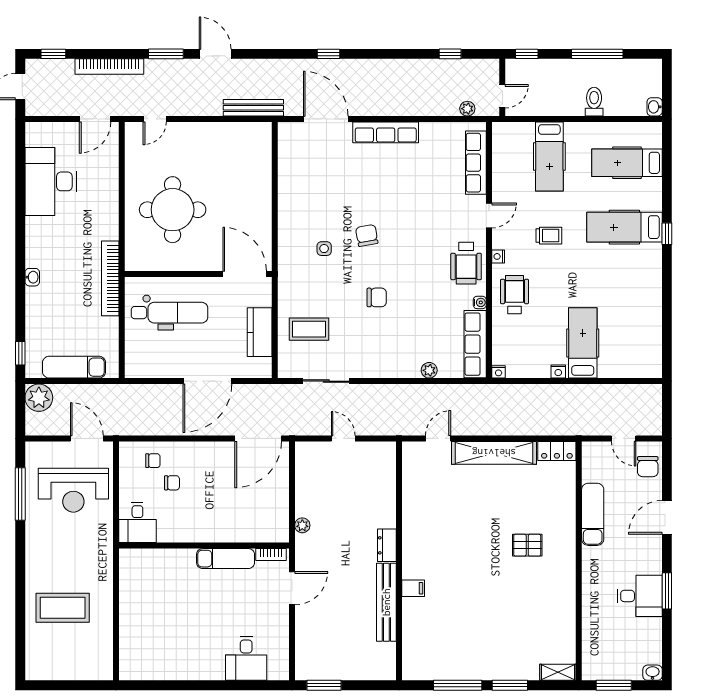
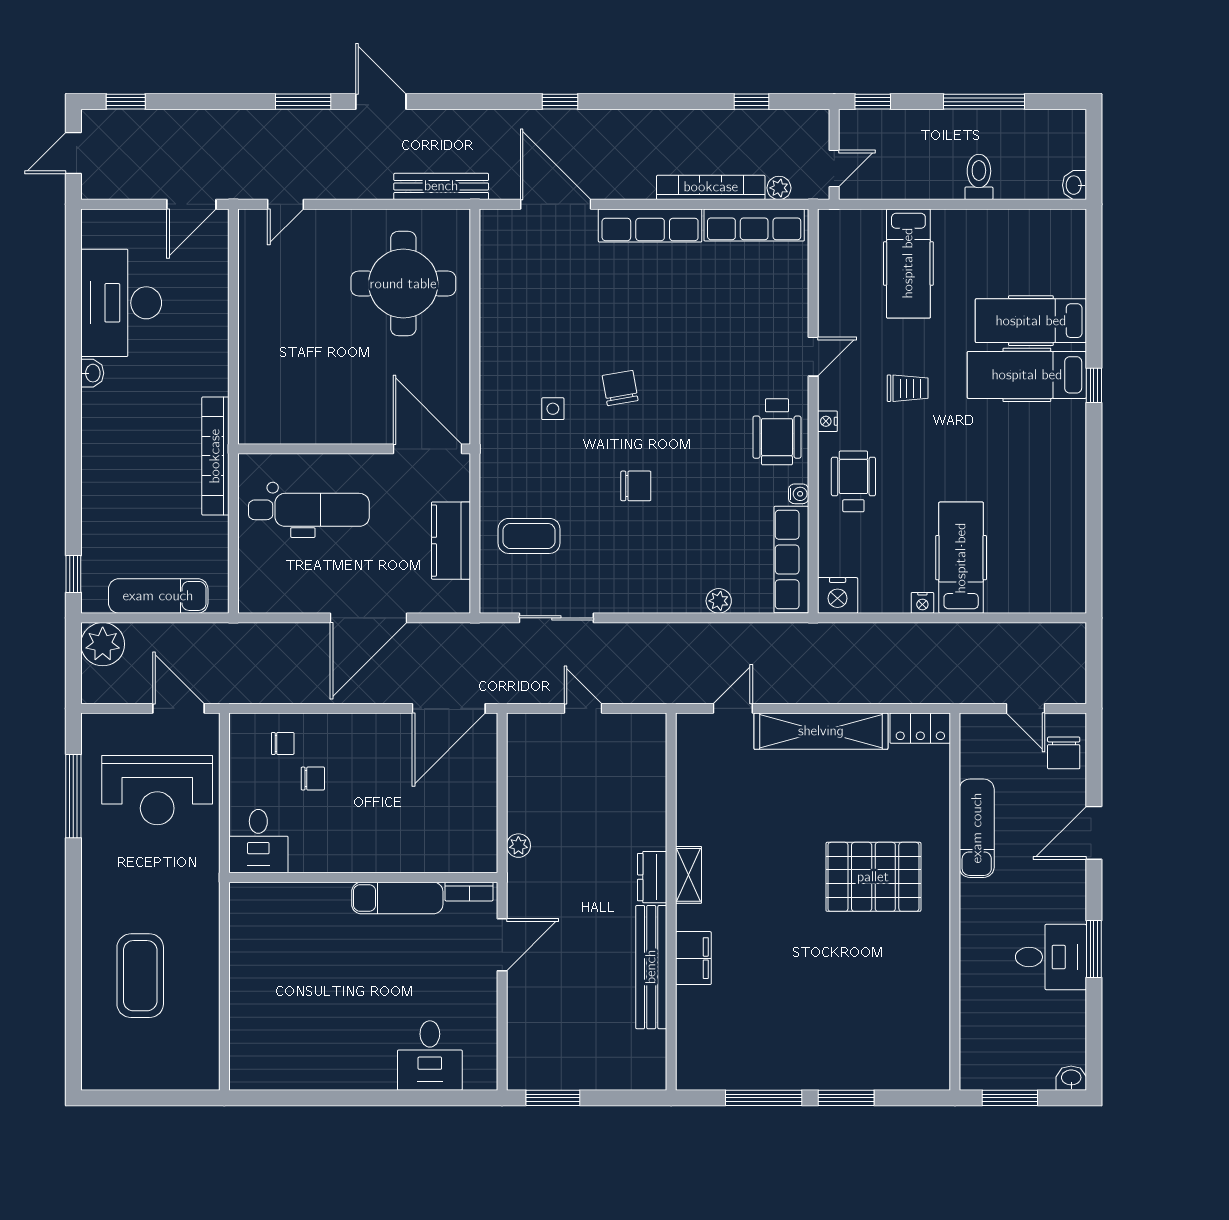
bookcase: (109, 66) -> (711, 187), moved, turned 180
row of seats: (476, 163) -> (754, 225), moved, turned -90
hospital bed: (627, 163) -> (1031, 321), moved
round table: (173, 210) -> (403, 284), moved
washbasin: (32, 277) -> (92, 373), moved
nightstand: (499, 372) -> (838, 595), width x1.89, depth x1.79
pallet: (527, 545) -> (873, 877), width x2.05, depth x2.00
filing cabinet: (413, 588) -> (693, 958), width x2.00
coffee table: (63, 608) -> (140, 976), turned 90
shelving: (558, 672) -> (688, 875), moved, turned 90

